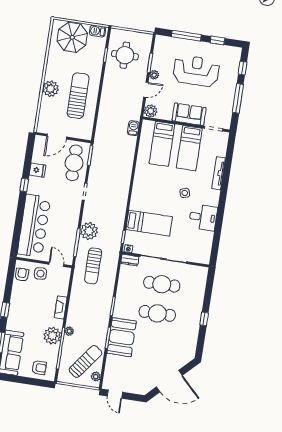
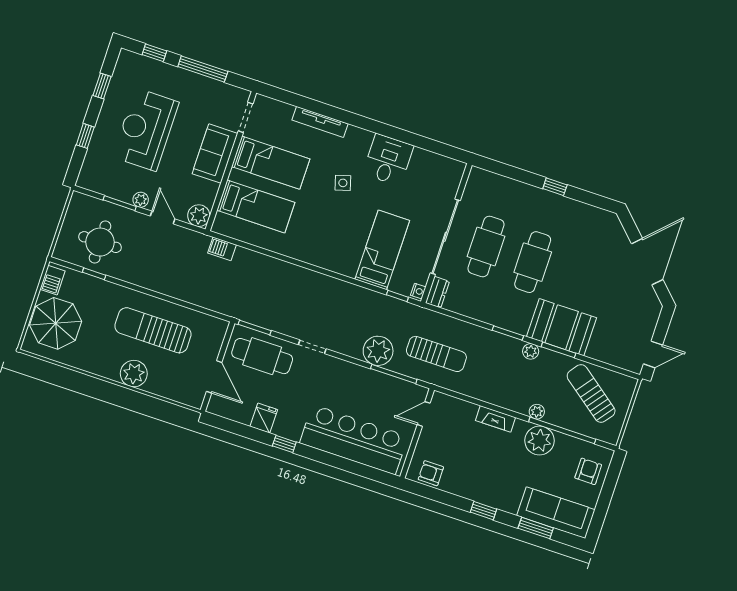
window: (186, 36) -> (85, 136), width x0.46
side table: (40, 273) -> (434, 442), removed
plant: (96, 377) -> (531, 351), moved

